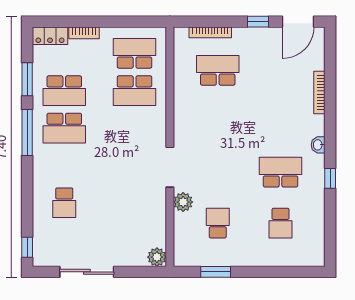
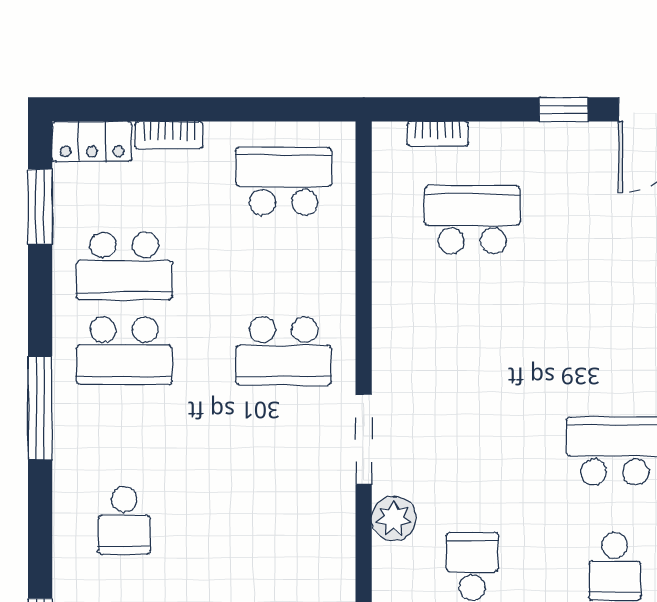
bookcase: (210, 32) -> (438, 134), width x0.64
window: (27, 79) -> (40, 207), moved
school desk: (135, 91) -> (284, 351), moved
window: (27, 132) -> (40, 408), moved

